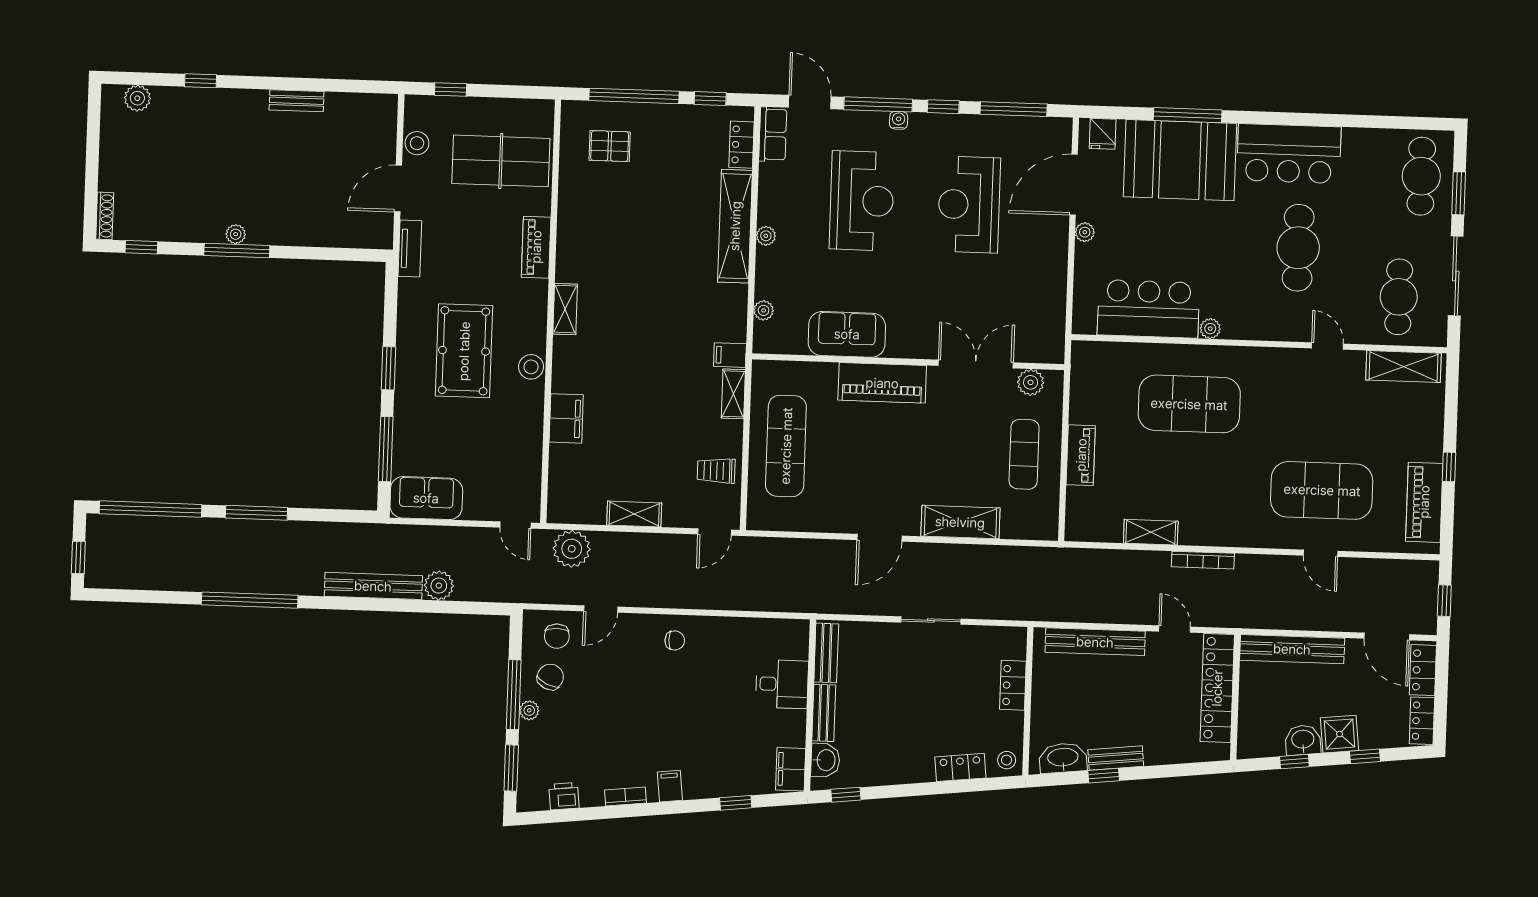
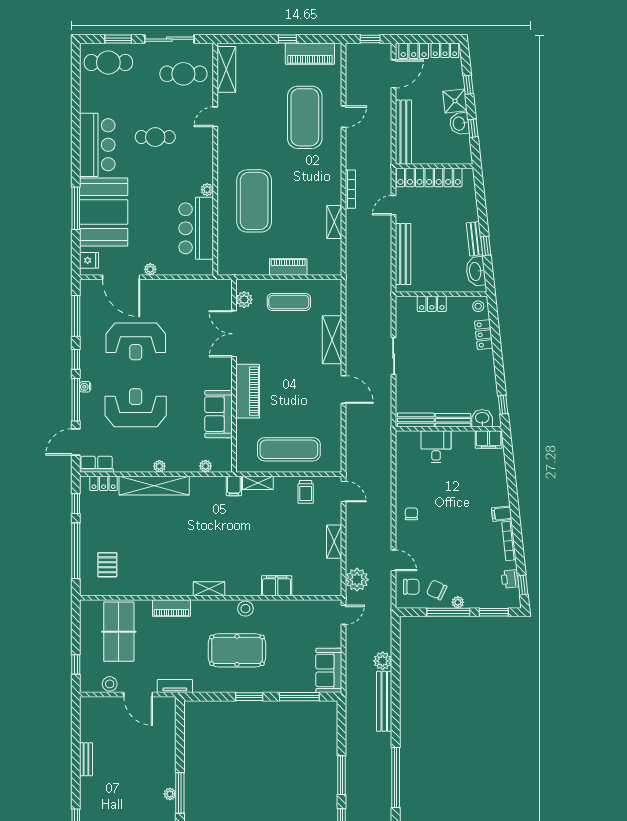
cafe table: (1298, 248) -> (155, 137), width x0.73, depth x0.74
bookcase: (626, 796) -> (509, 541), width x1.56
window: (736, 803) -> (523, 585), moved

